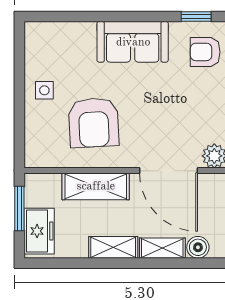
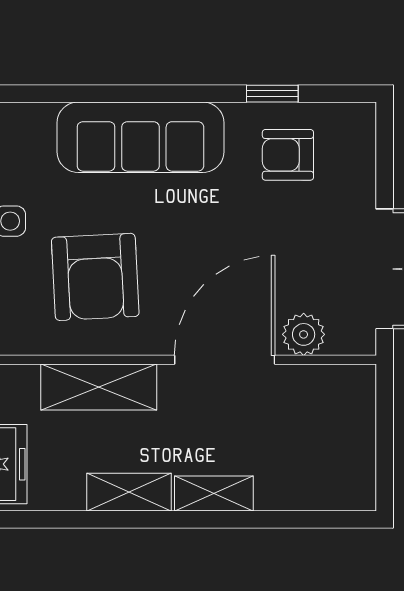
sofa: (133, 42) -> (140, 137), width x1.36
door: (169, 171) -> (225, 360), swing flipped
boiler: (198, 247) -> (275, 492), removed

